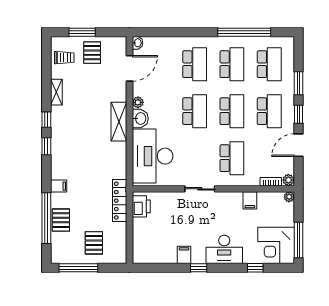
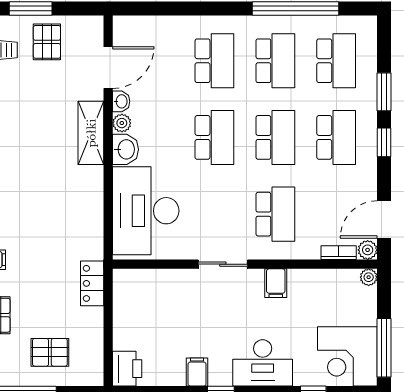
washbasin: (137, 43) -> (121, 101), moved
shelving: (119, 122) -> (91, 133), moved
door: (299, 145) -> (384, 219), moved
filing cabinet: (250, 200) -> (276, 283), moved
locker: (120, 201) -> (92, 283), width x0.66
printer: (141, 206) -> (127, 369), moved
pallet: (94, 243) -> (50, 352), turned 90

